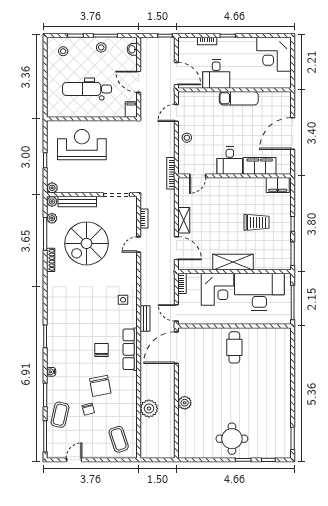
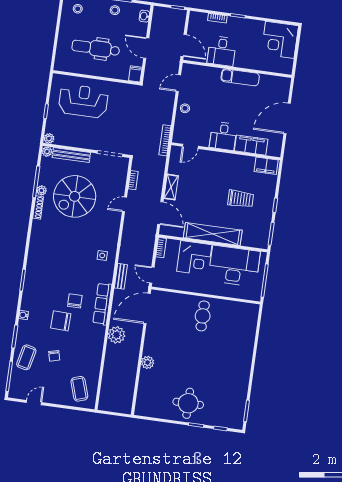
plant: (52, 218) -> (42, 190), moved
shelving: (233, 262) -> (213, 234), width x1.47
chair: (100, 386) -> (61, 321), moved, turned 103
plant: (149, 408) -> (117, 335), moved

